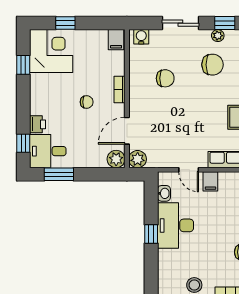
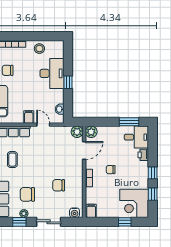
window: (23, 143) -> (153, 173), moved
desk: (175, 225) -> (52, 73), moved

